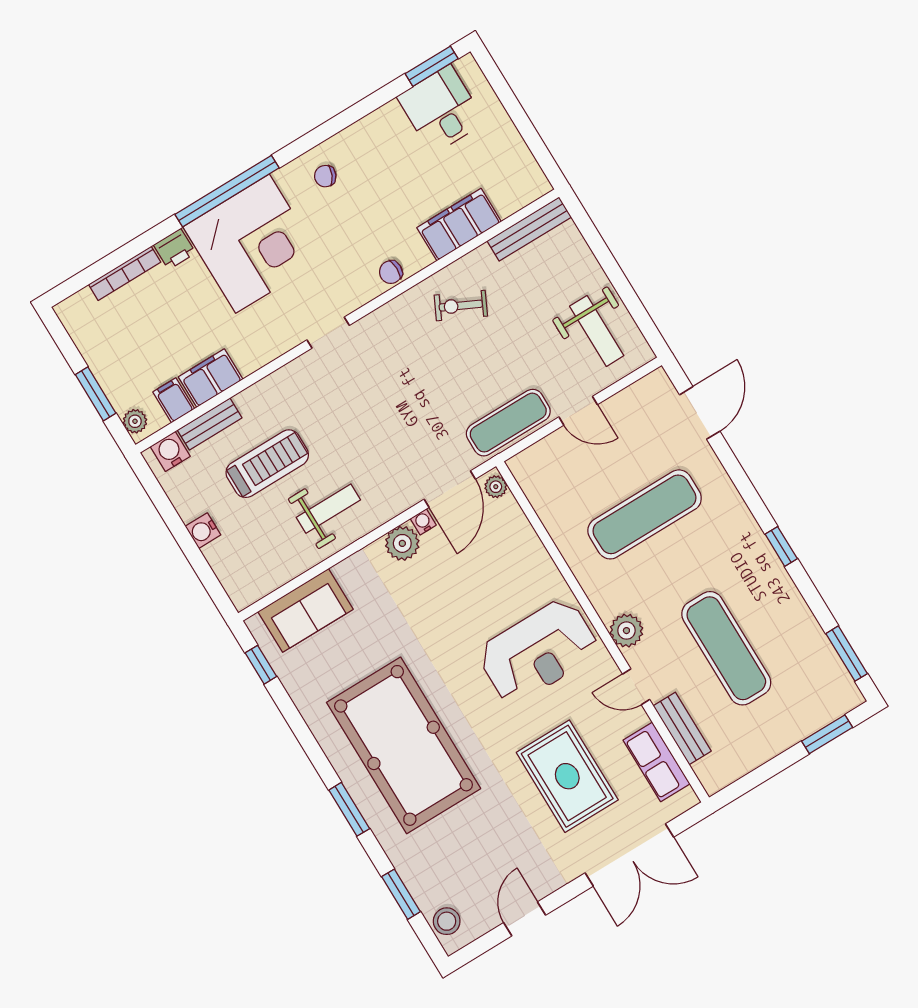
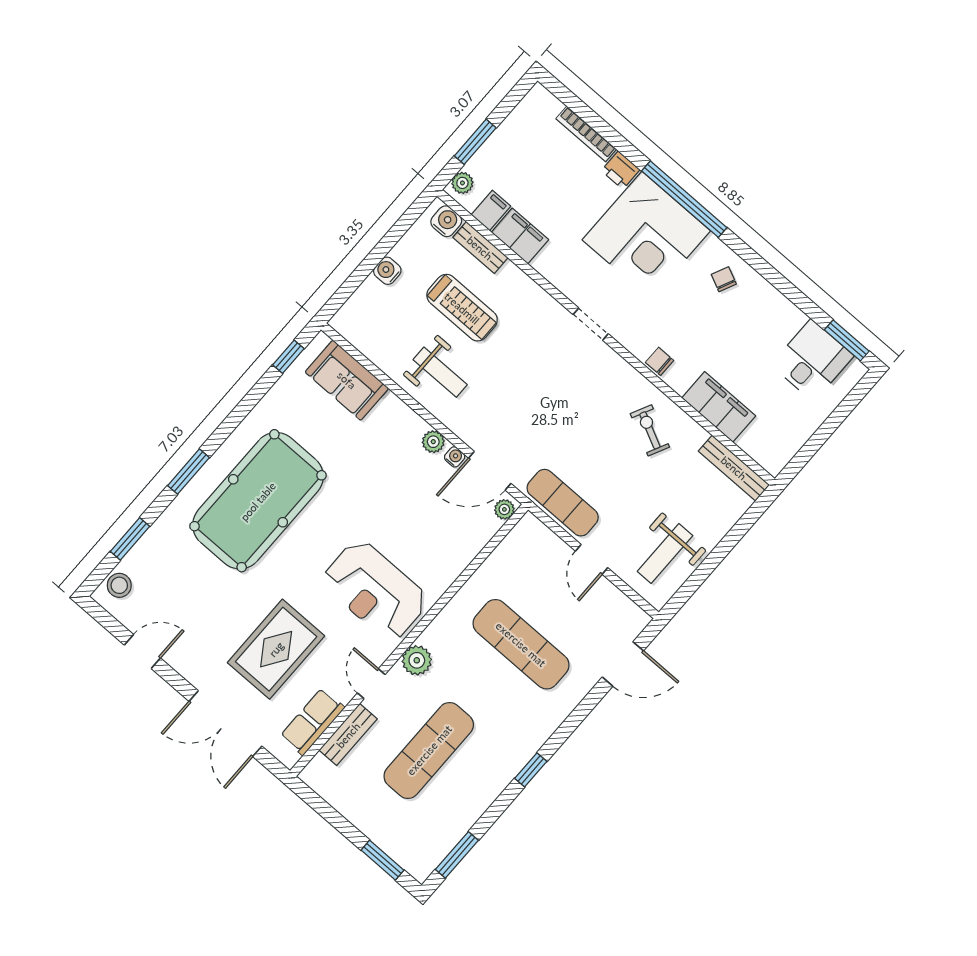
plant: (402, 543) -> (433, 442), width x0.73, depth x0.73

